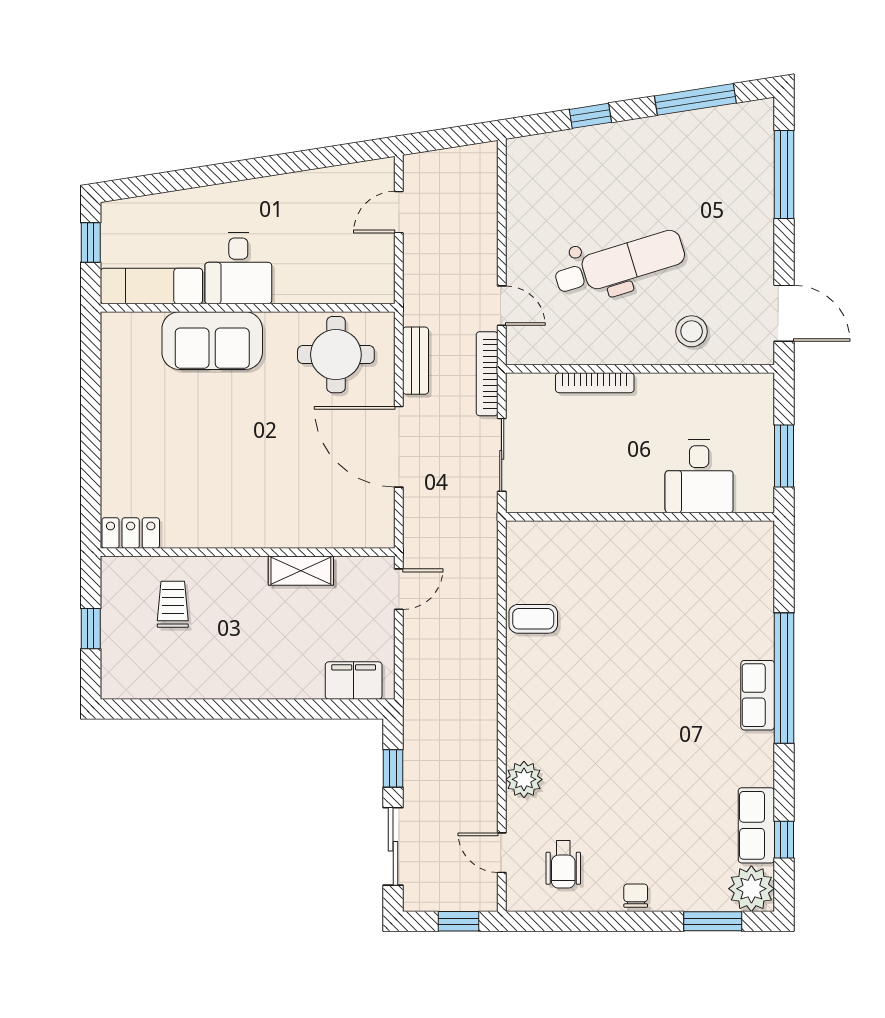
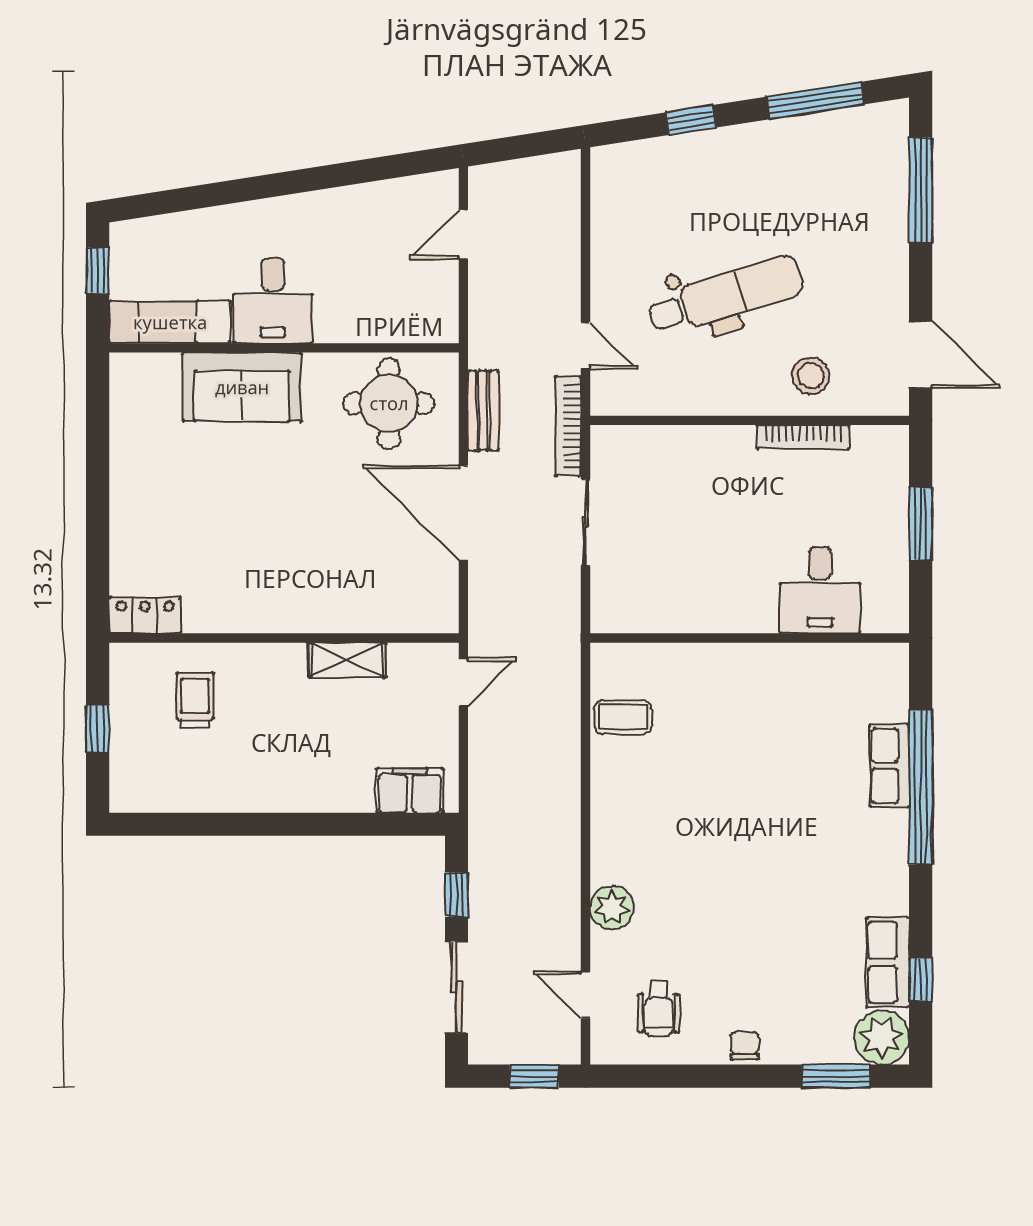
bookcase: (595, 383) -> (803, 437), moved
desk: (699, 476) -> (820, 590), moved
wall: (640, 517) -> (750, 638), moved
row of seats: (758, 695) -> (889, 766), moved

